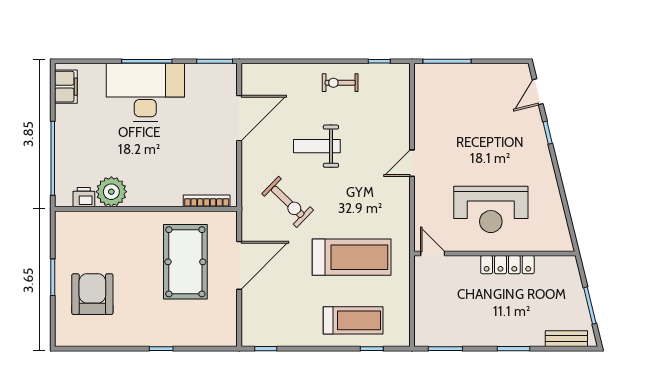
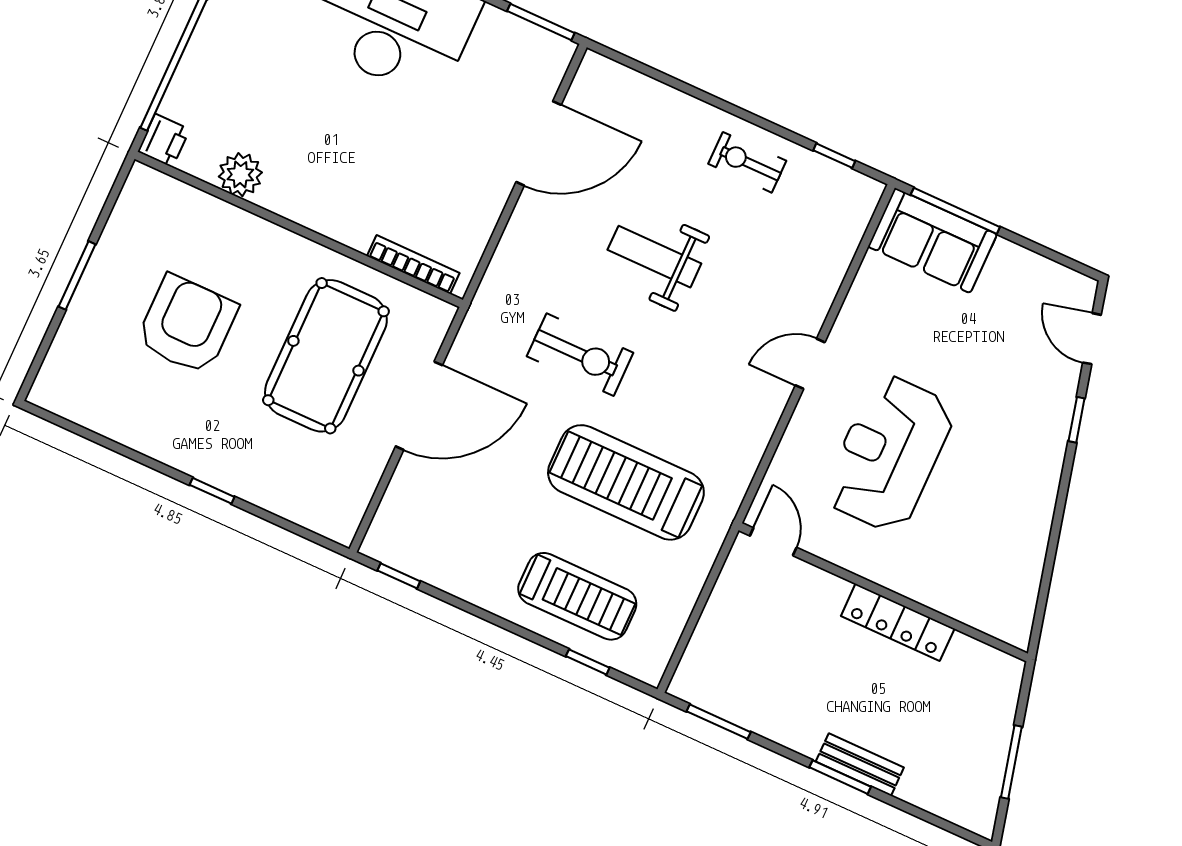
sofa: (443, 80) -> (932, 240), added
door: (538, 92) -> (1092, 339), hinge flipped
plant: (111, 192) -> (240, 175), width x0.73, depth x0.73
printer: (84, 197) -> (164, 140), moved, turned 90
exercise bike: (288, 202) -> (580, 355), moved, turned -44
reception desk: (491, 209) -> (889, 453), moved, turned 90
treadmill: (352, 257) -> (626, 482), turned 180
armchair: (92, 294) -> (187, 325), moved
bench: (566, 339) -> (860, 765), moved

